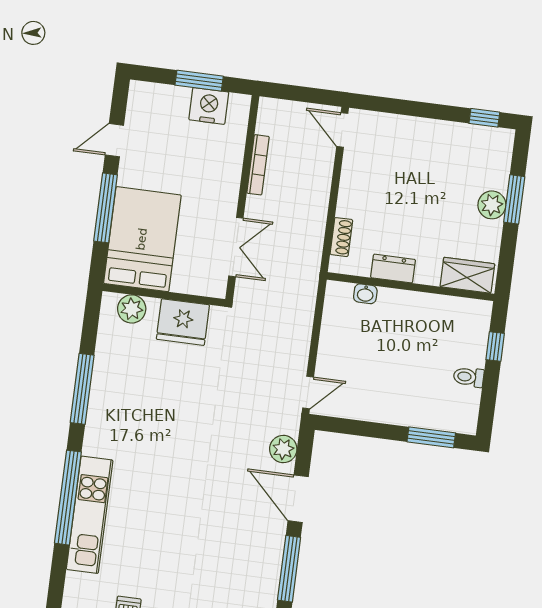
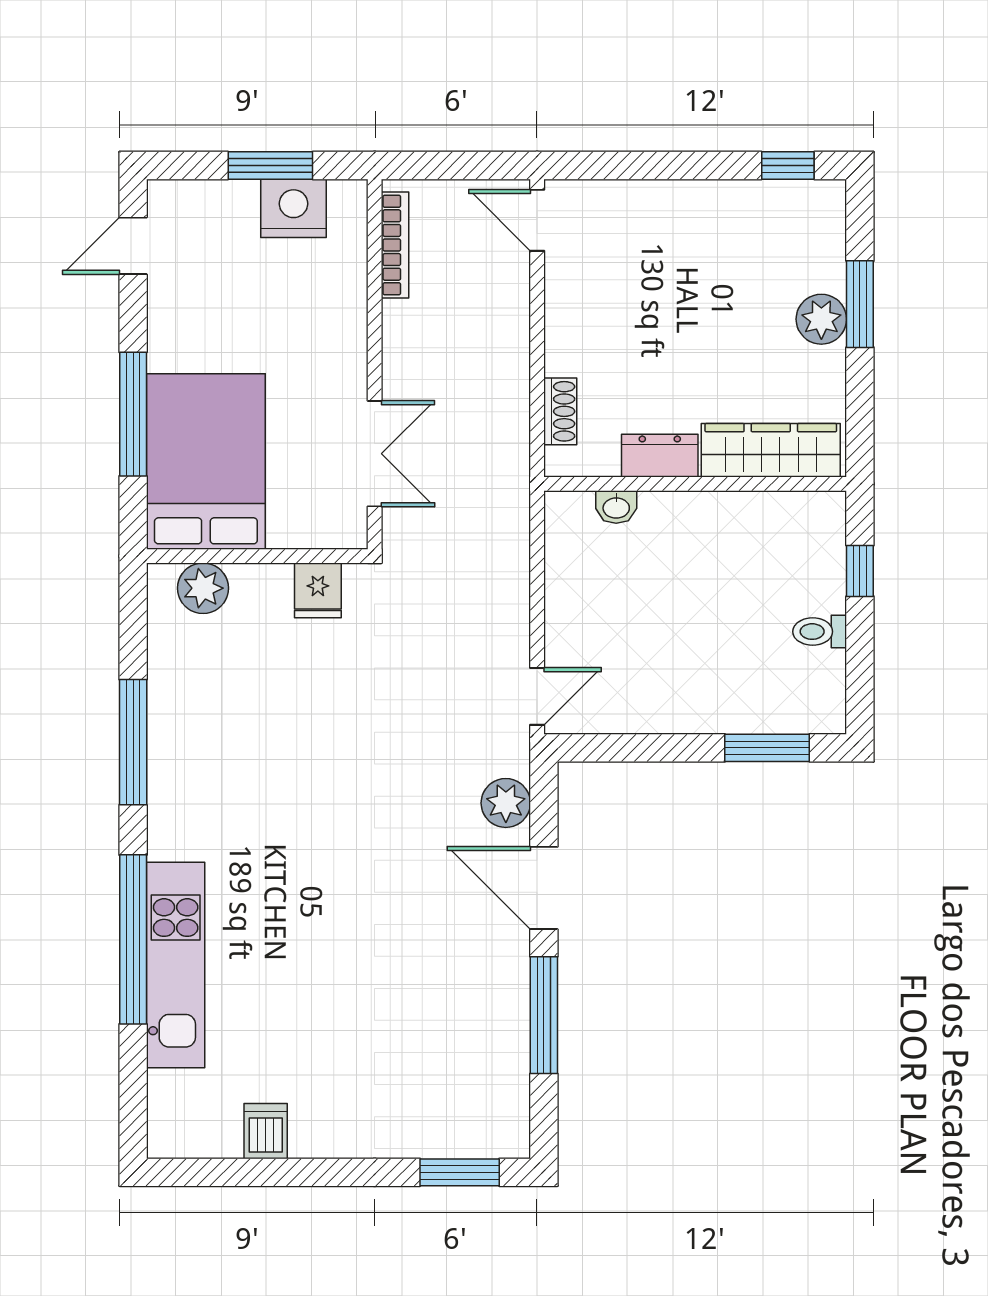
door: (114, 140) -> (133, 246), moved
bookcase: (258, 165) -> (395, 245), moved
wardrobe: (467, 275) -> (771, 450), width x1.50
fridge: (183, 322) -> (318, 590), width x0.53, depth x0.75

